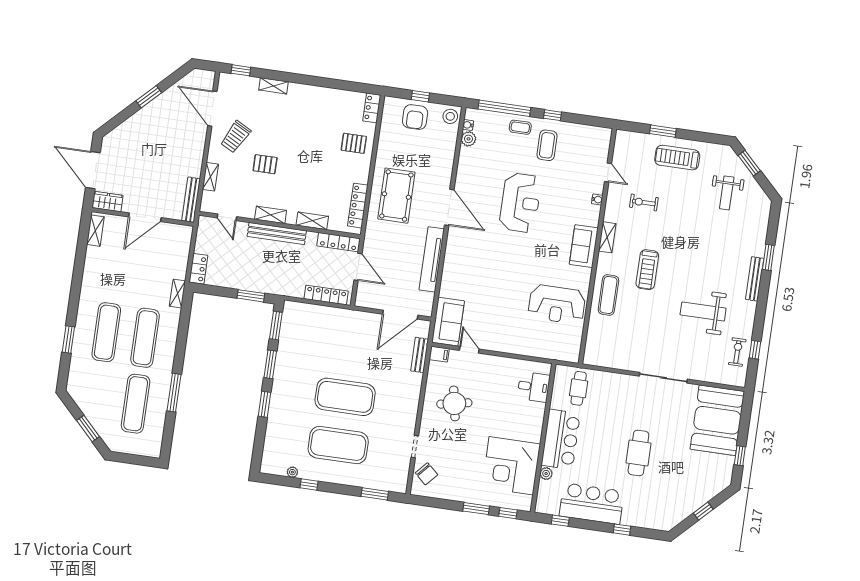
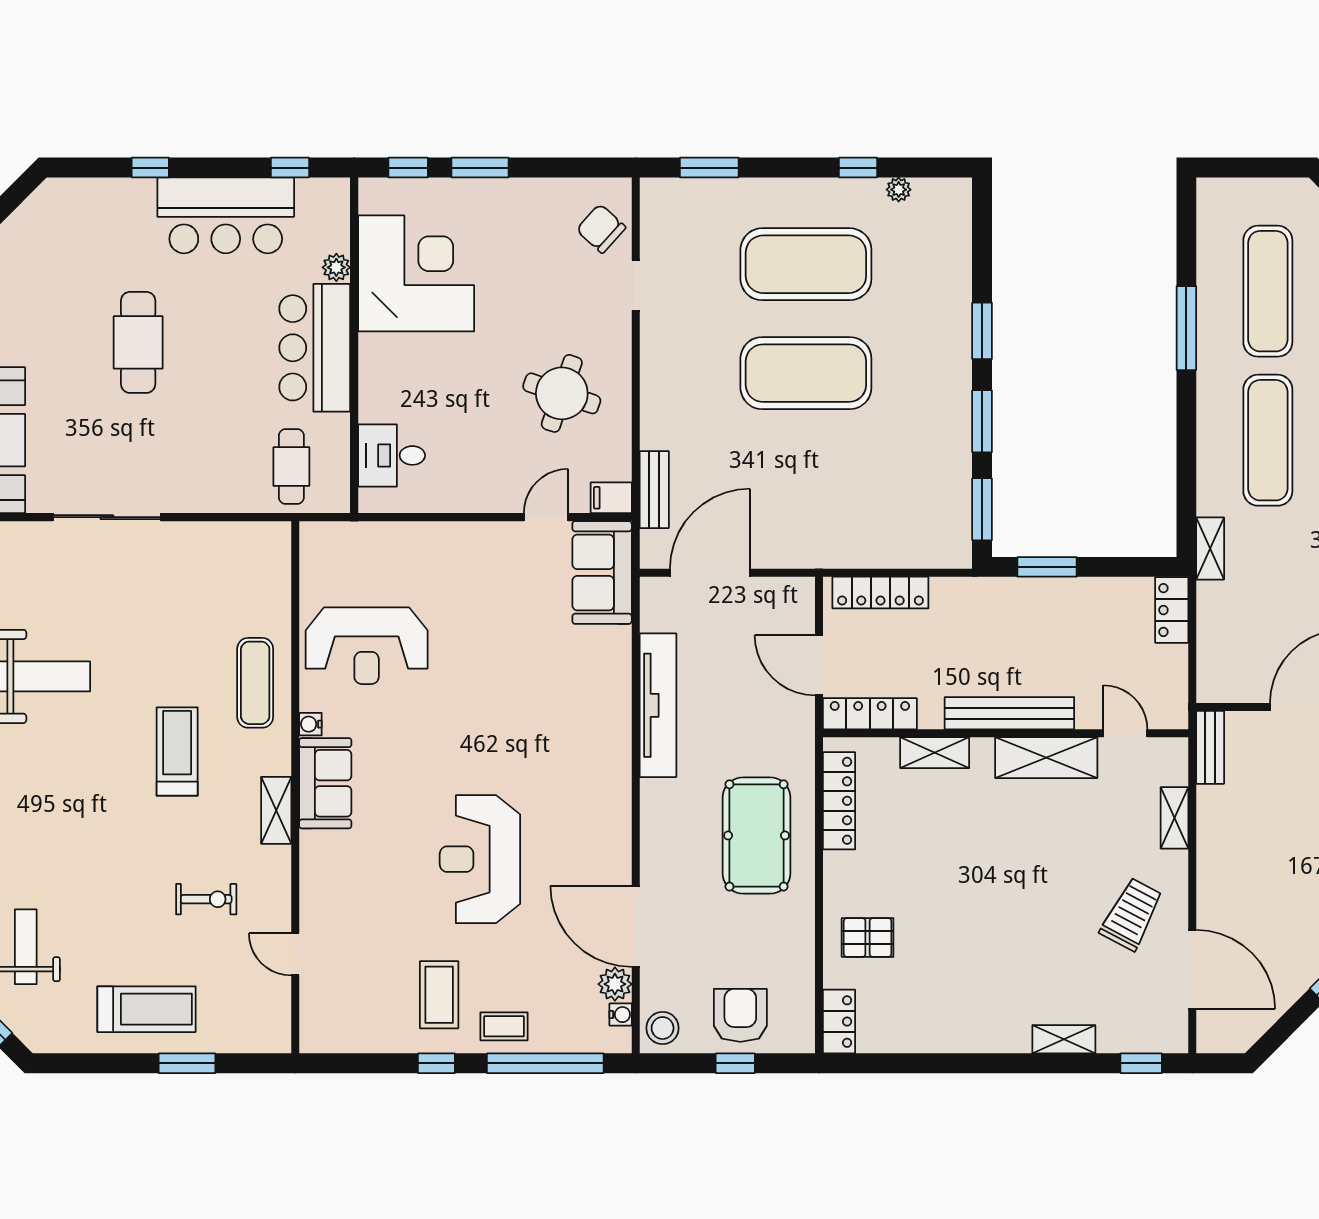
pallet: (265, 164) -> (1057, 863), removed
water cooler: (597, 199) -> (310, 724), moved
bench: (191, 200) -> (1210, 747), width x0.73
door: (449, 207) -> (636, 926), moved
shelving: (271, 215) -> (1046, 758), width x1.50, depth x1.33
reception desk: (557, 304) -> (367, 646), turned 180
door: (469, 350) -> (546, 517), swing flipped
round table: (454, 403) -> (562, 393), turned 30

